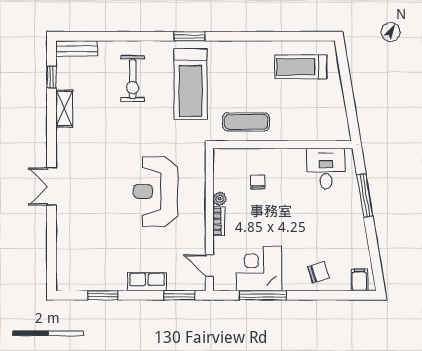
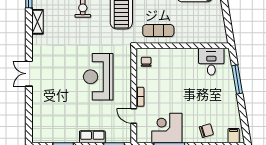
chair: (258, 182) -> (146, 62), moved
plant: (220, 199) -> (141, 82), removed
door: (209, 266) -> (134, 116), moved

